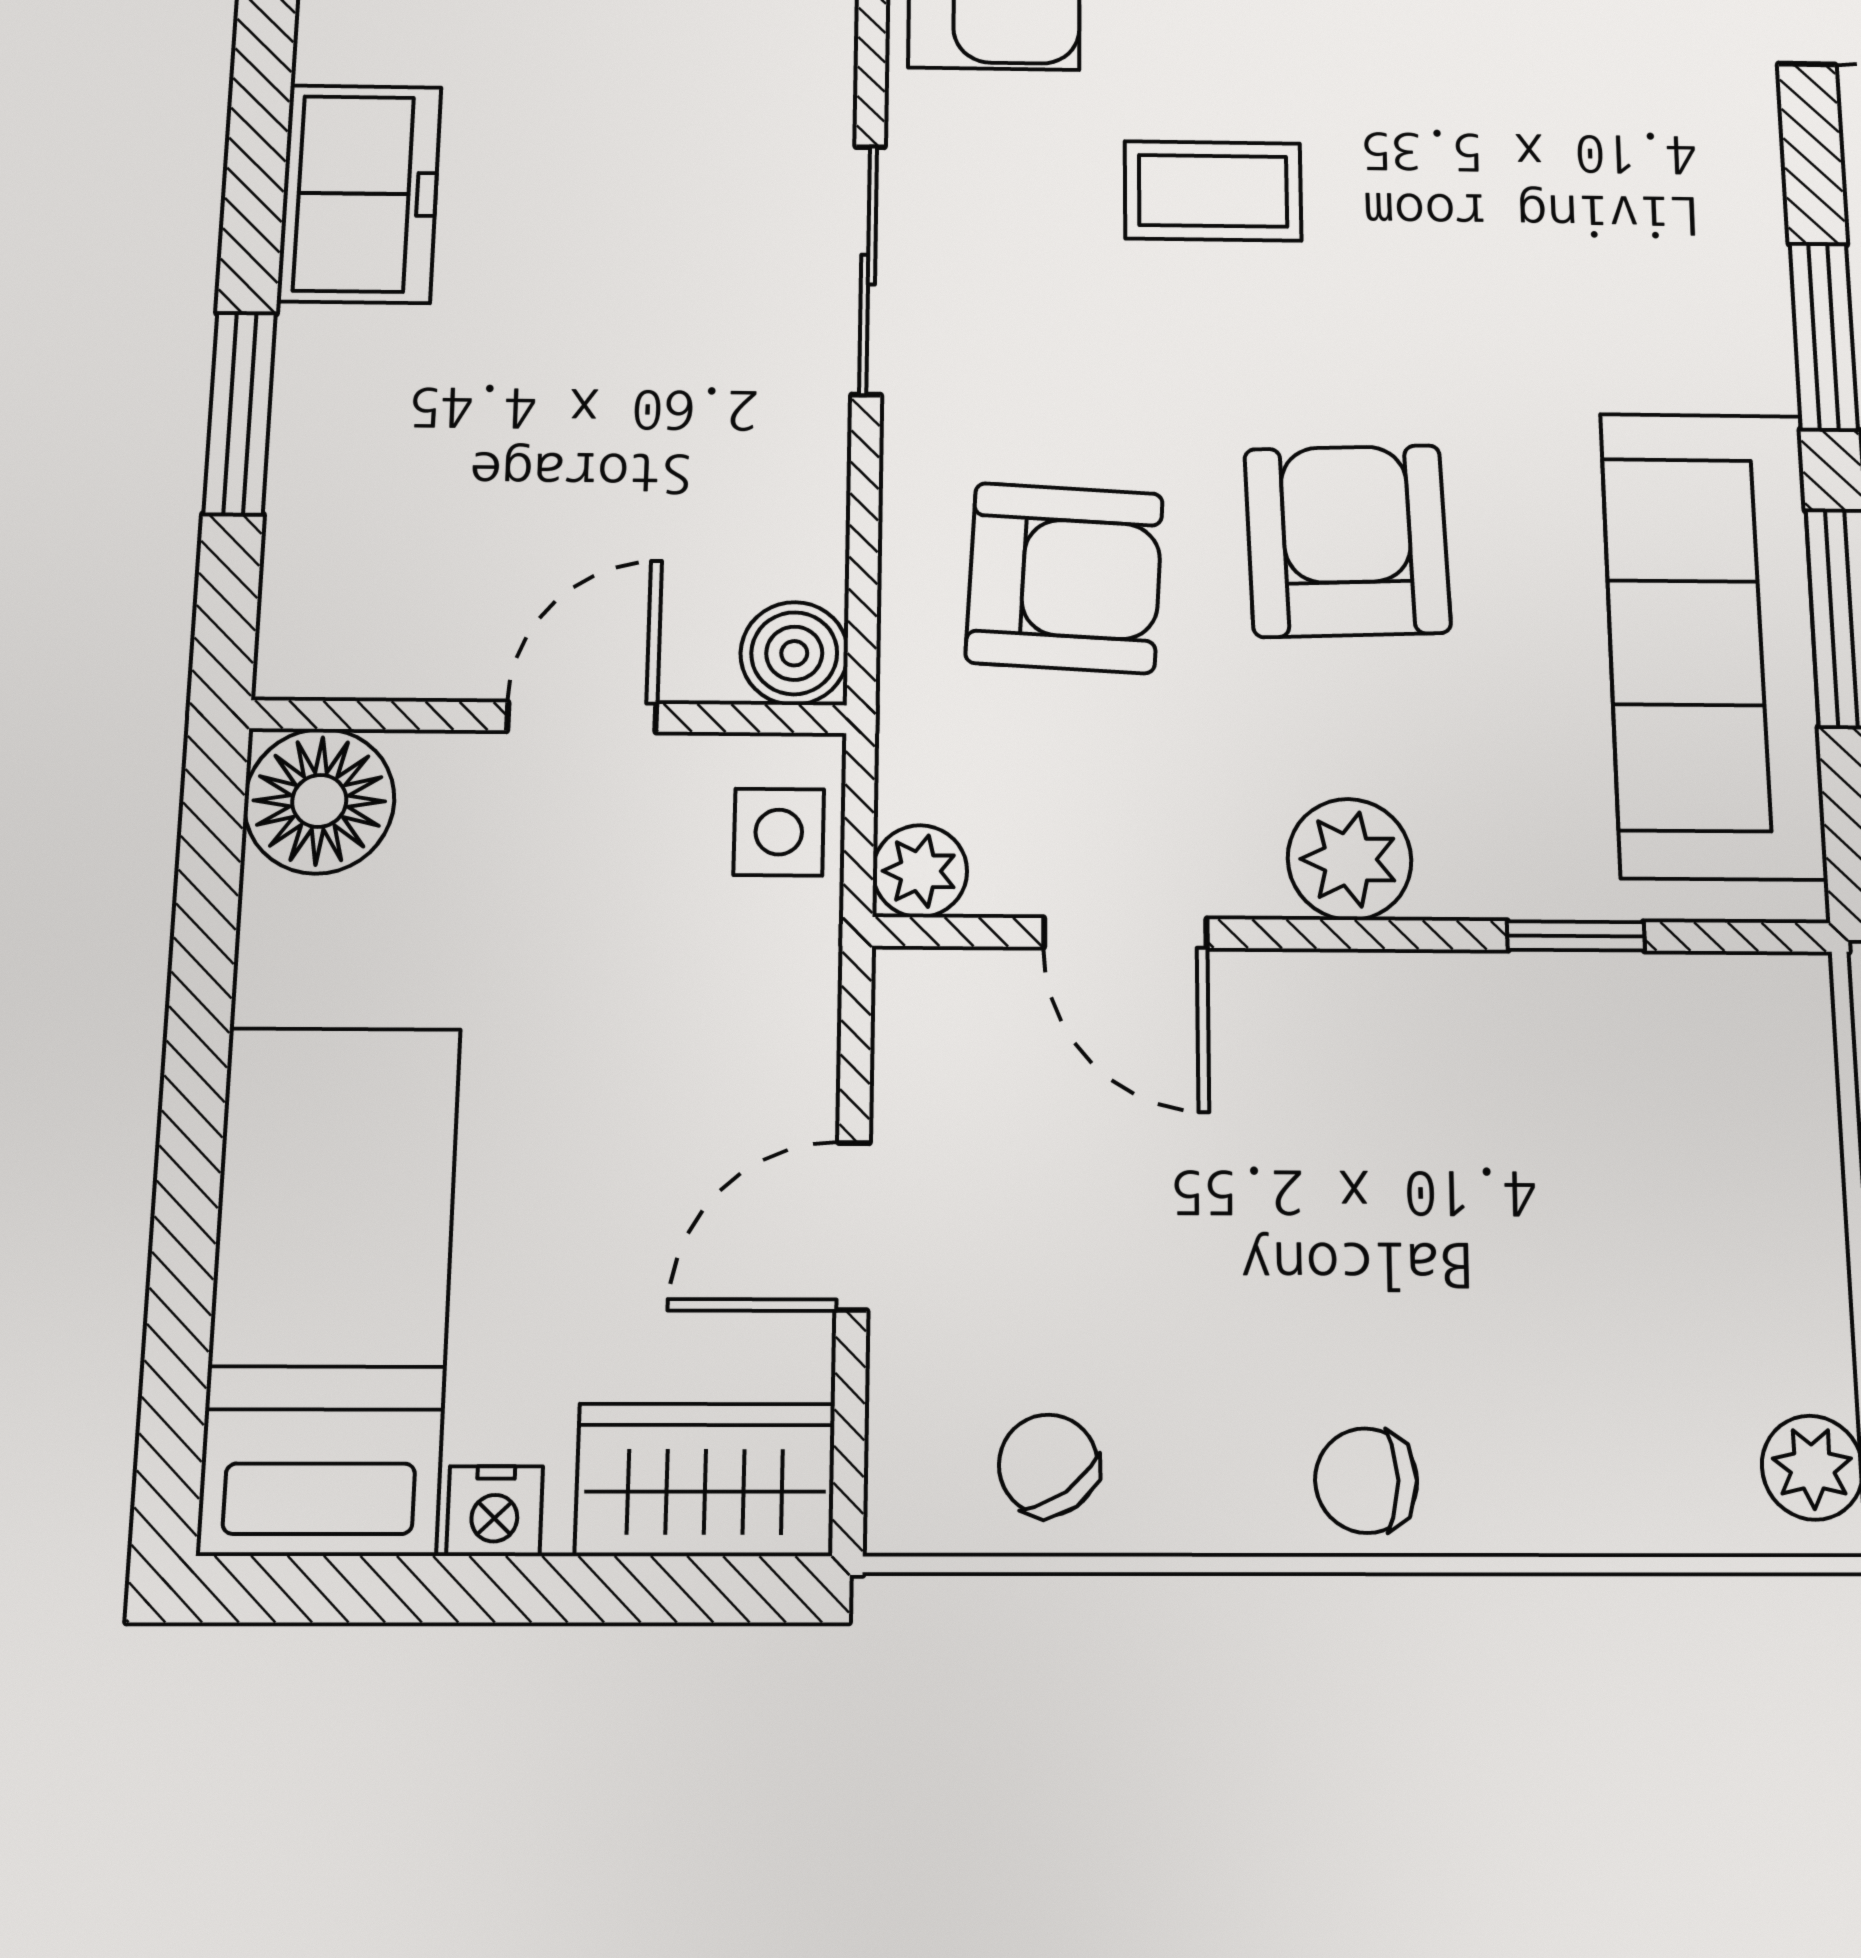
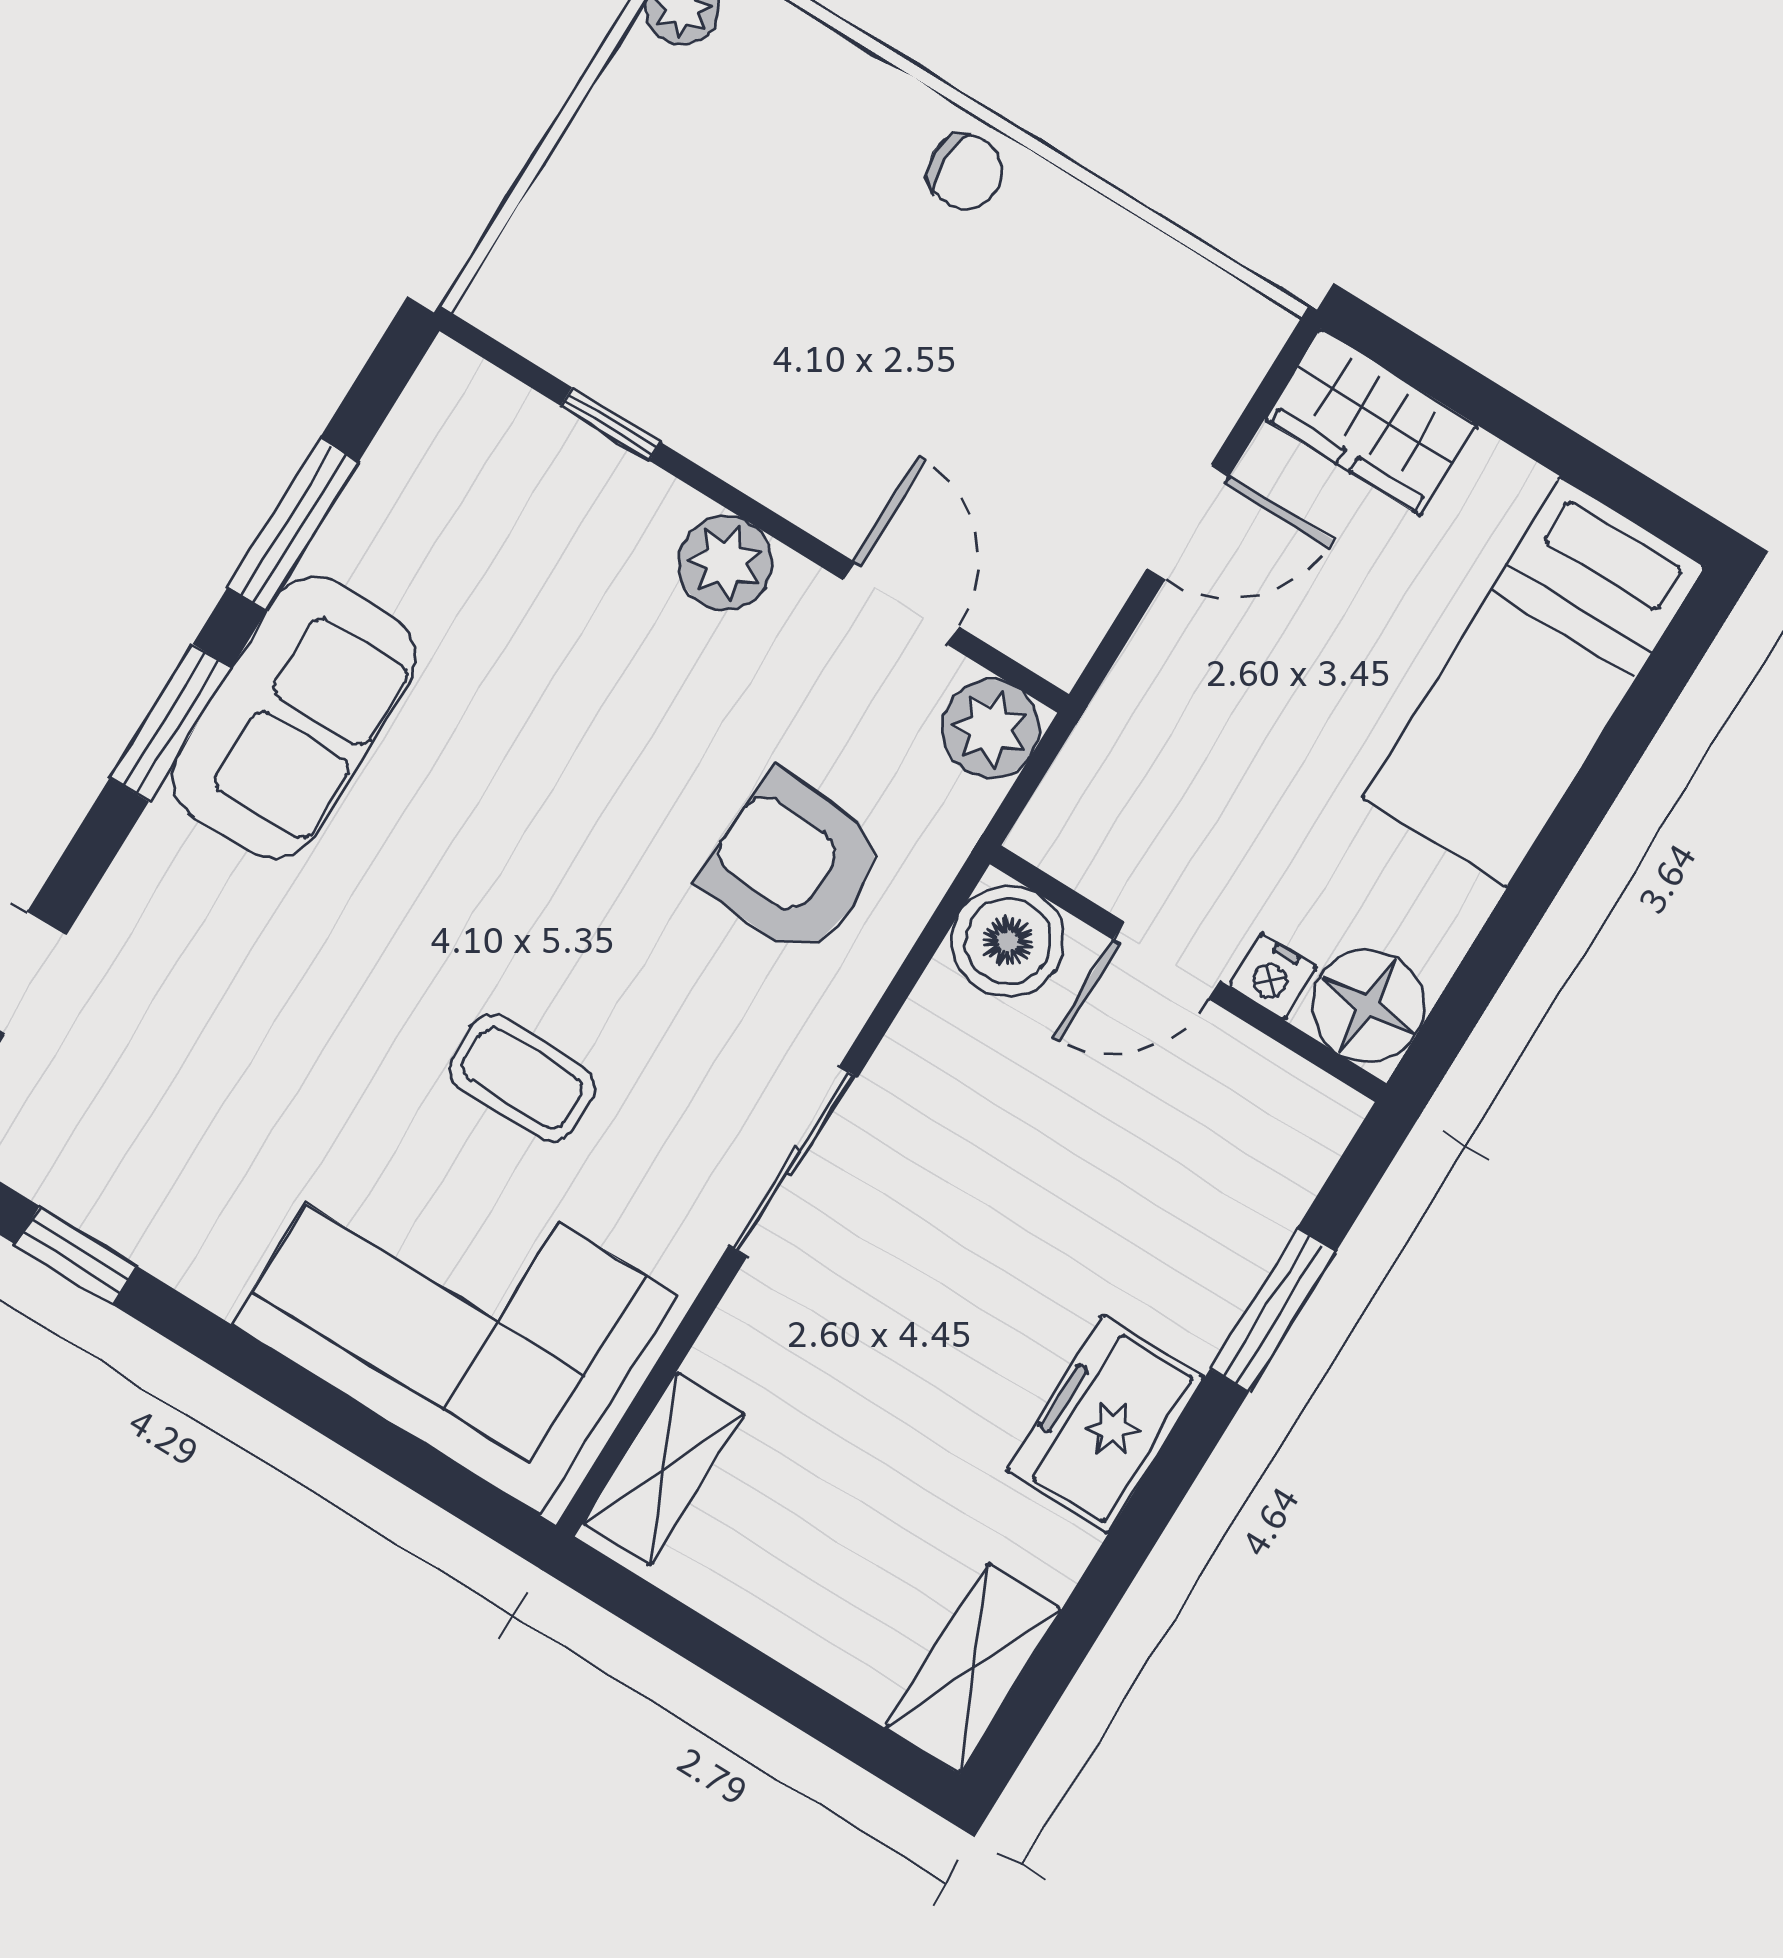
armchair: (1347, 541) -> (589, 776), removed
sofa: (1712, 643) -> (294, 718), moved, width x0.73
boiler: (794, 653) -> (1008, 941), width x1.36, depth x1.36
side table: (779, 832) -> (1084, 806), removed
plant: (920, 871) -> (990, 729), width x1.38, depth x1.38
chair: (1048, 1465) -> (1155, 301), removed
nightstand: (495, 1511) -> (1273, 976), moved, turned 180

